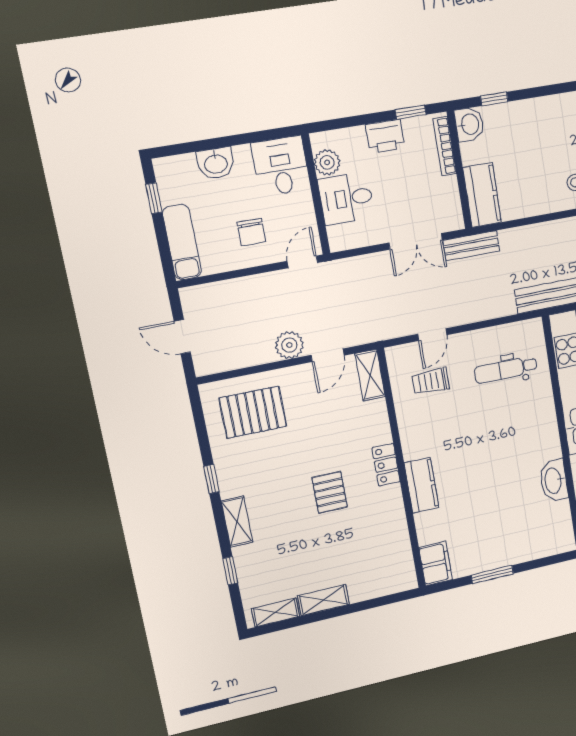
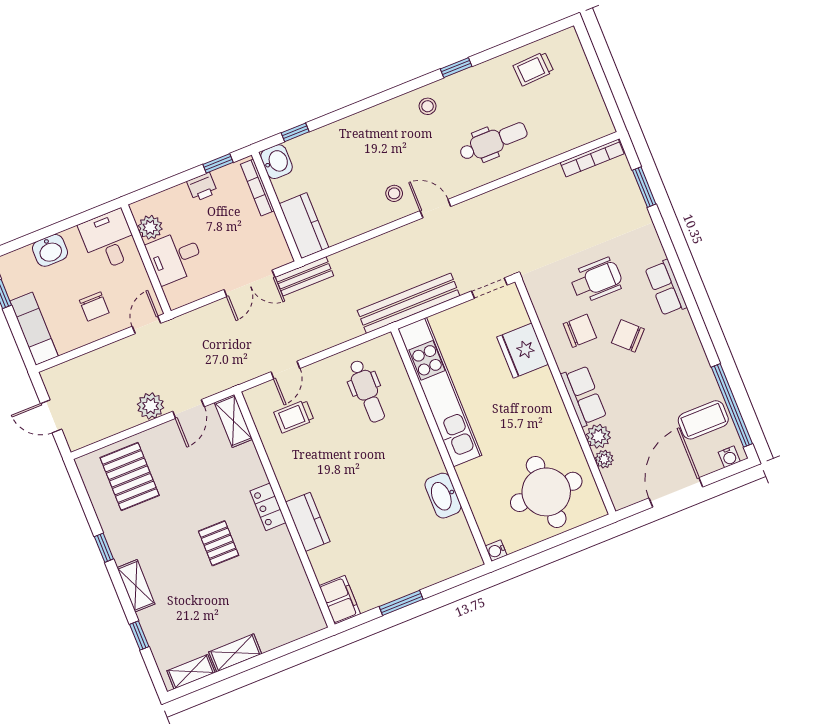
printer: (385, 136) -> (202, 187), width x0.73, depth x0.81
dental chair: (506, 370) -> (367, 391), turned -90
pallet: (253, 412) -> (130, 477), turned 90

